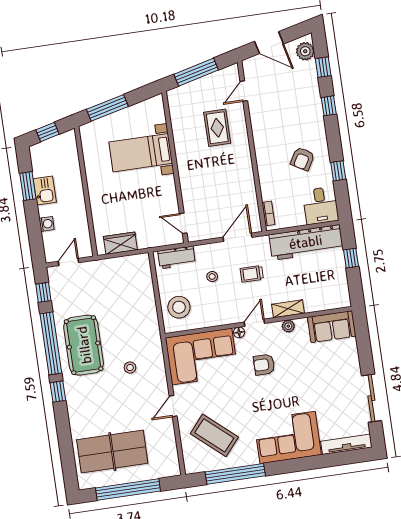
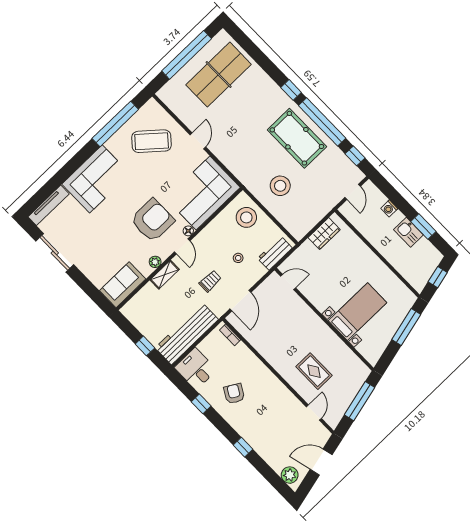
window: (323, 67) -> (268, 473), removed
armchair: (264, 365) -> (152, 220), width x1.88, depth x1.88
stool: (130, 368) -> (280, 186), moved, width x1.89, depth x1.89

